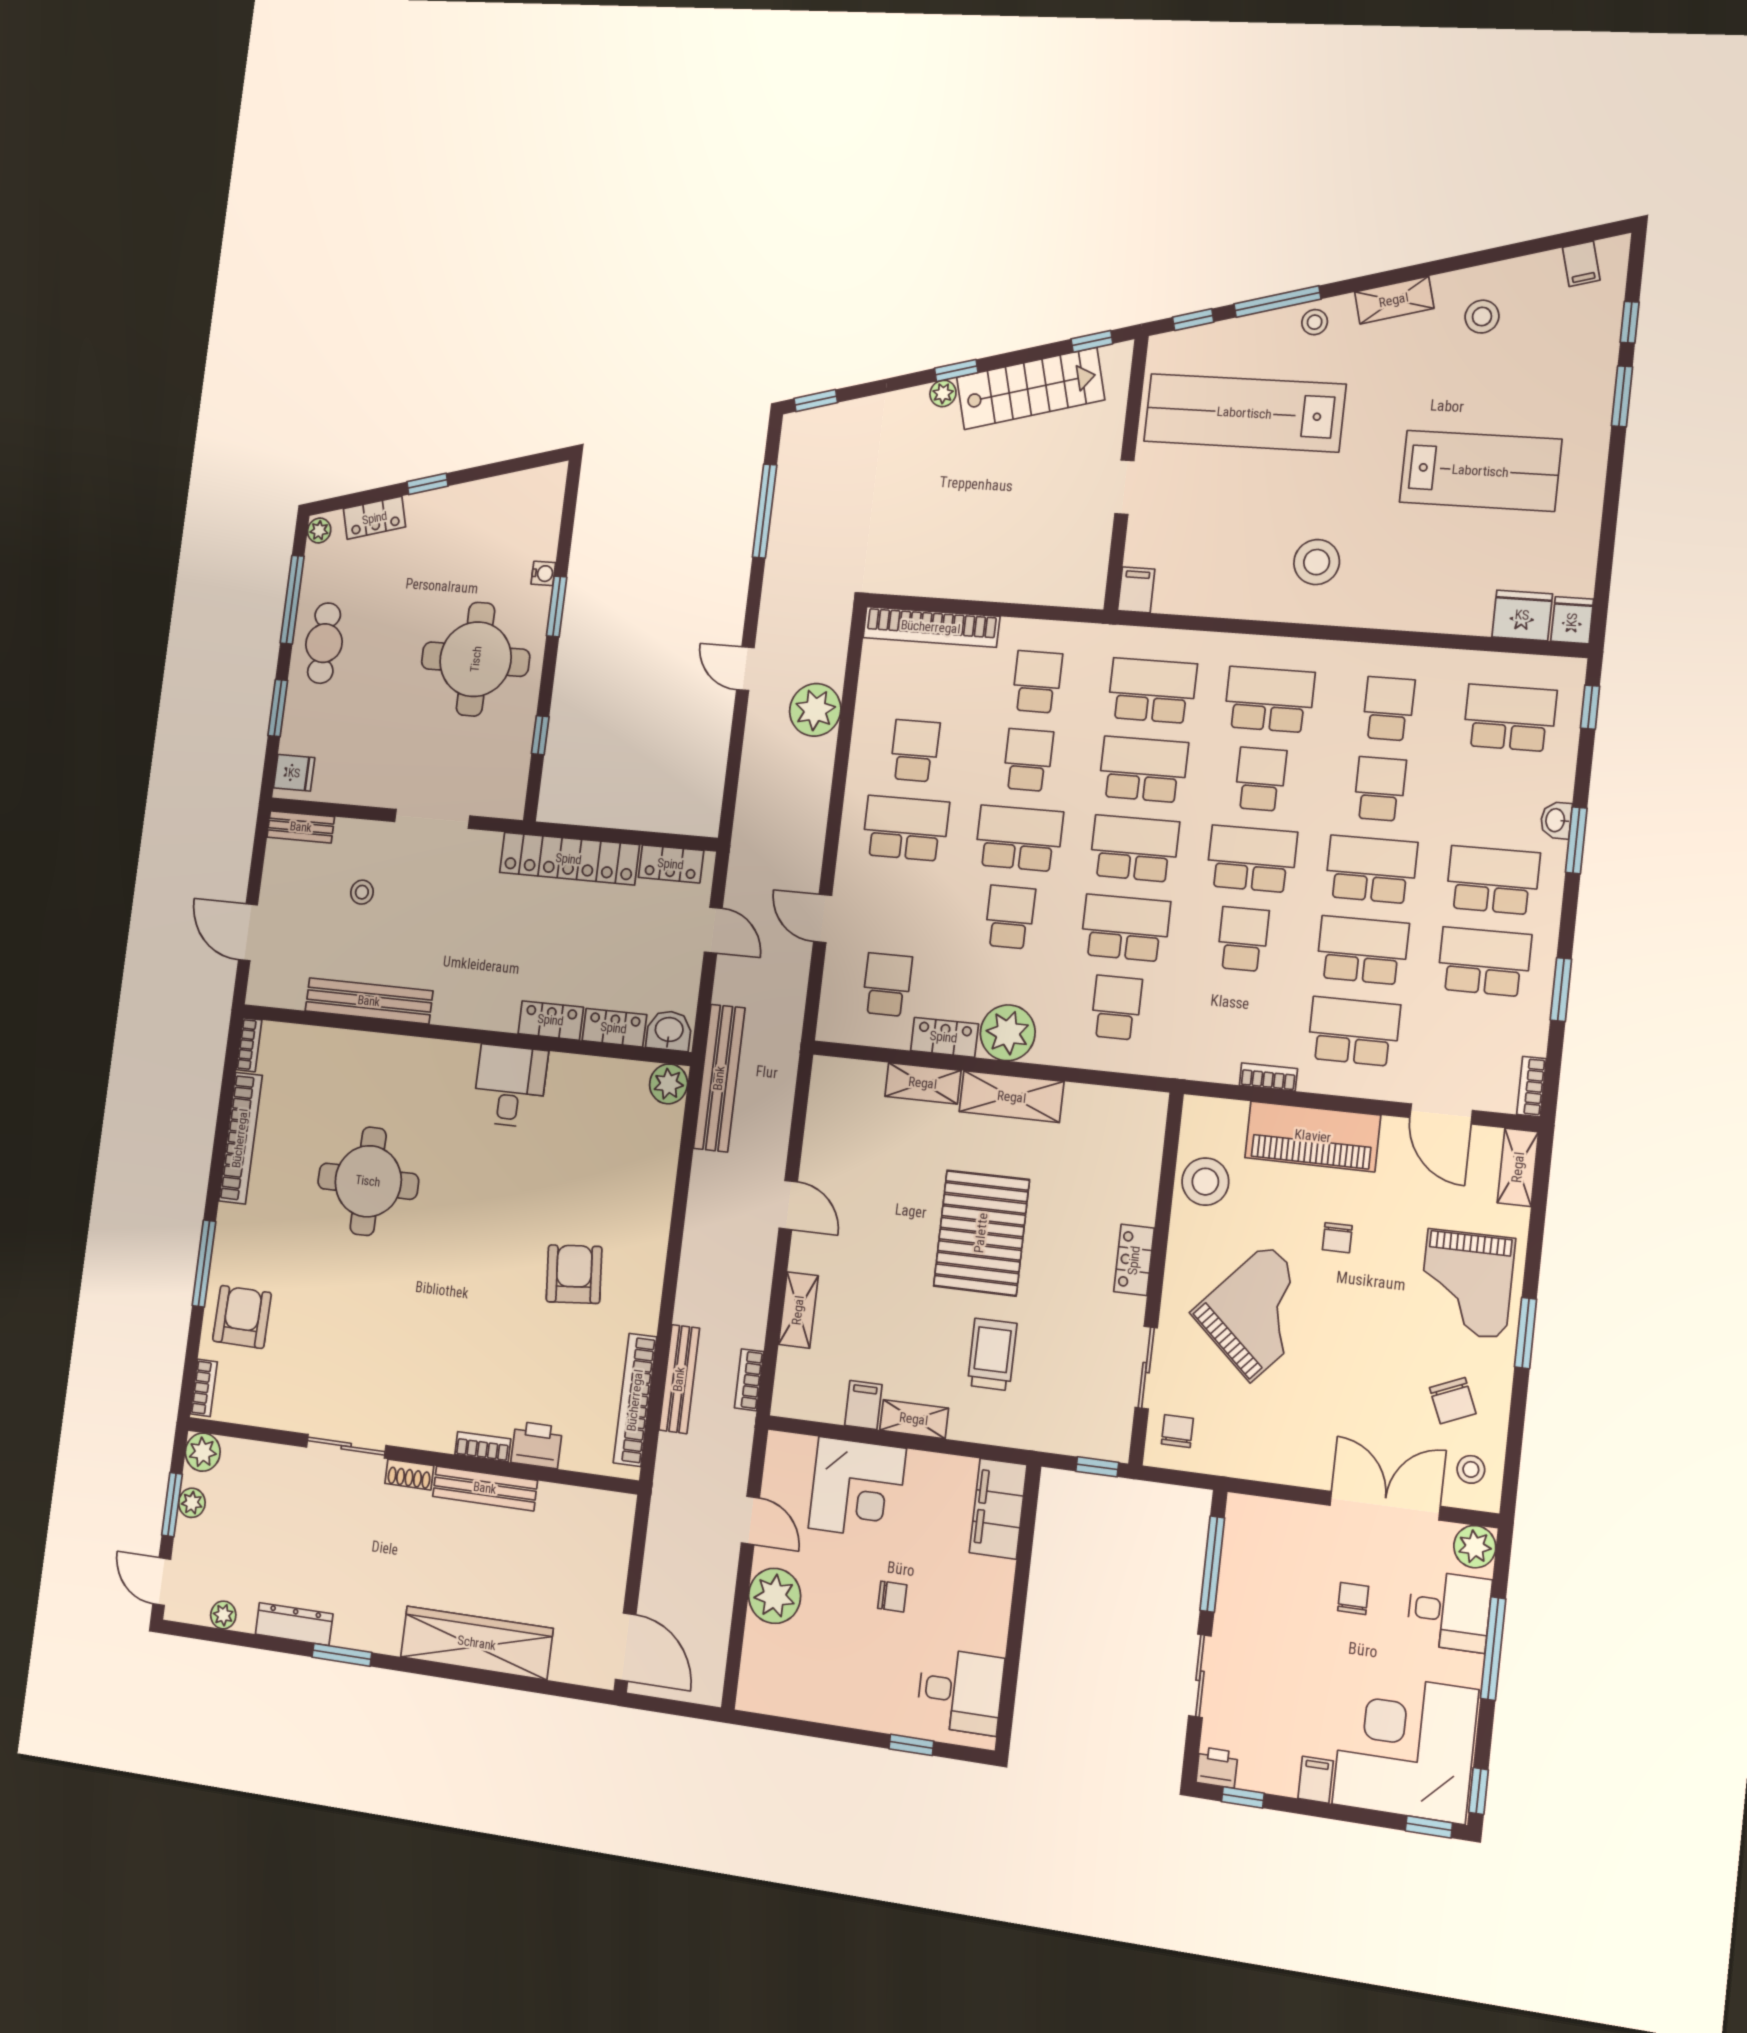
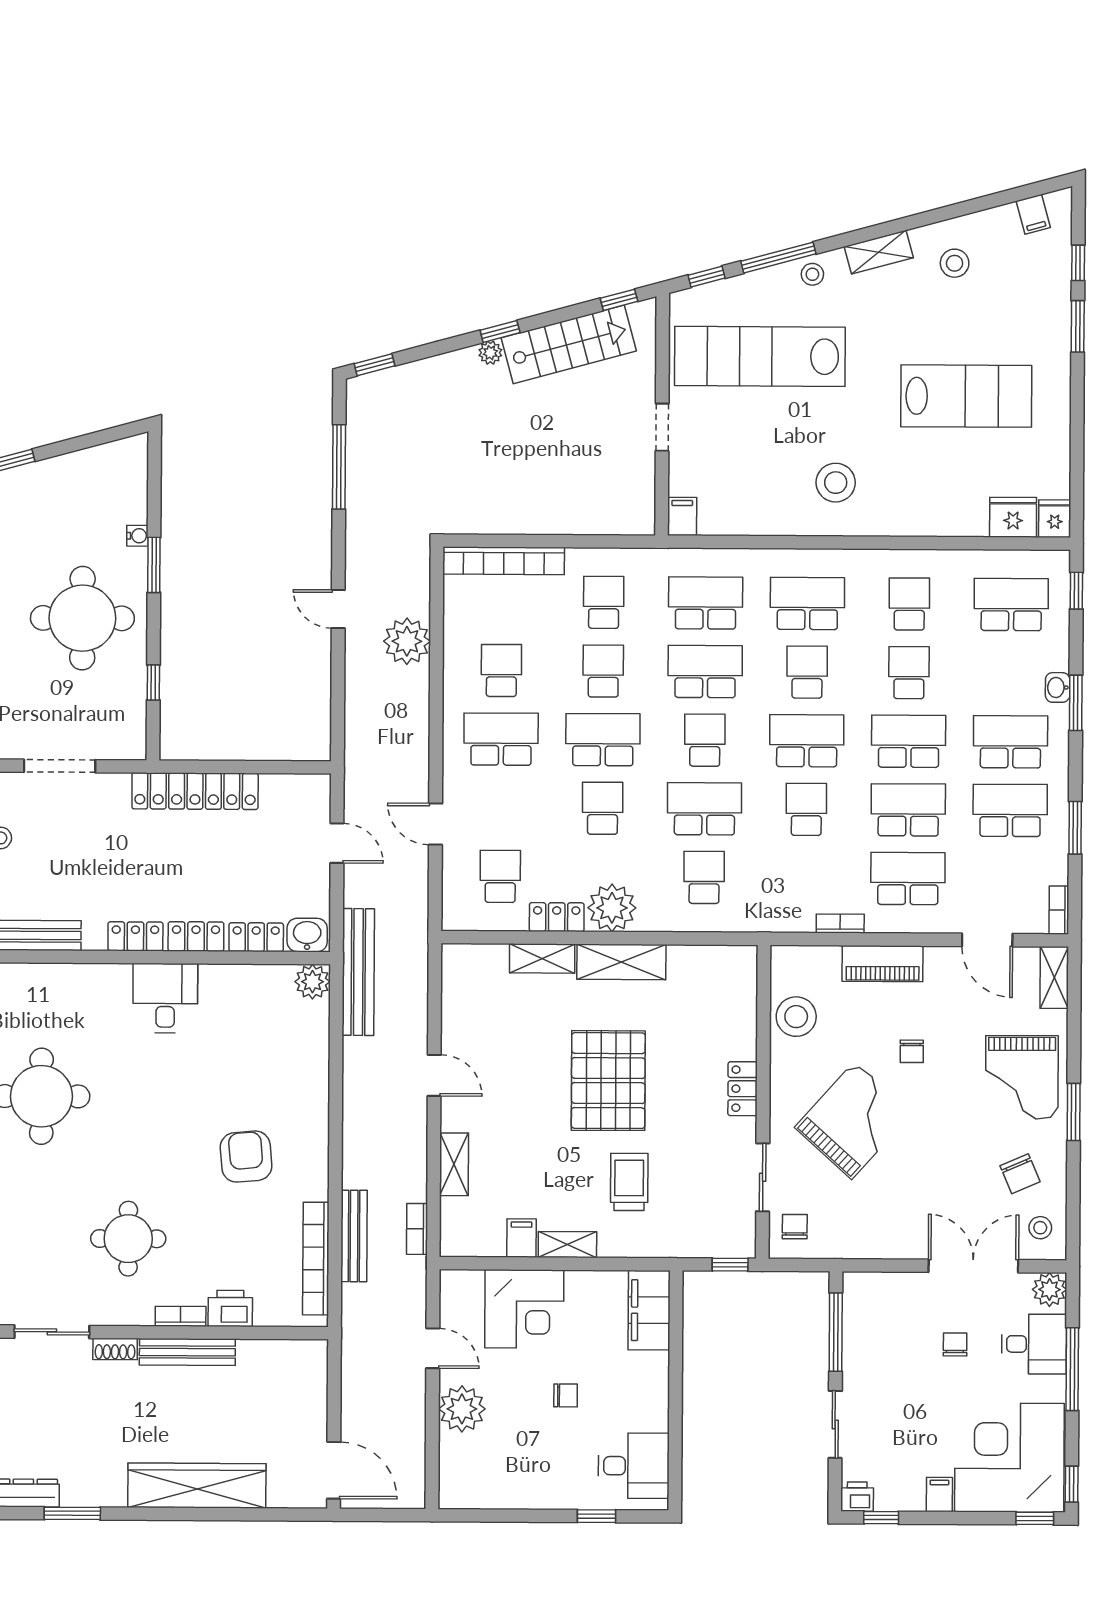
school desk: (1134, 849) -> (705, 740), width x0.54
locker: (671, 864) -> (135, 936), moved, turned 180
piano: (1313, 1136) -> (883, 964), width x0.73, depth x0.75
round table: (439, 1352) -> (128, 1239), added

